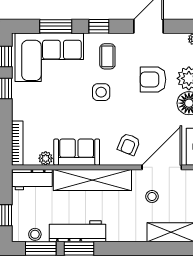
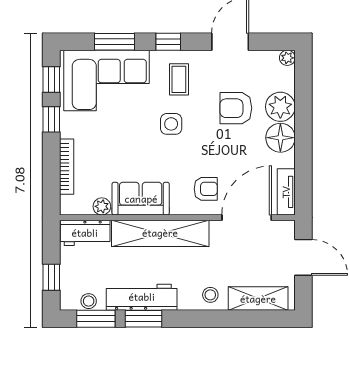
bookcase: (17, 143) -> (67, 167), moved
armchair: (129, 144) -> (206, 189), turned -112
stool: (152, 196) -> (210, 295), moved

